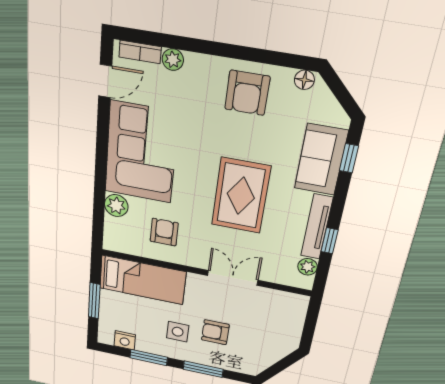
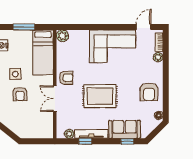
door: (105, 81) -> (144, 27), swing flipped
armchair: (247, 93) -> (149, 92), turned -90
plant: (116, 206) -> (62, 36), moved
armchair: (164, 232) -> (66, 78), moved
double door: (233, 278) -> (55, 99), swing flipped
armchair: (215, 332) -> (20, 94), turned 180

